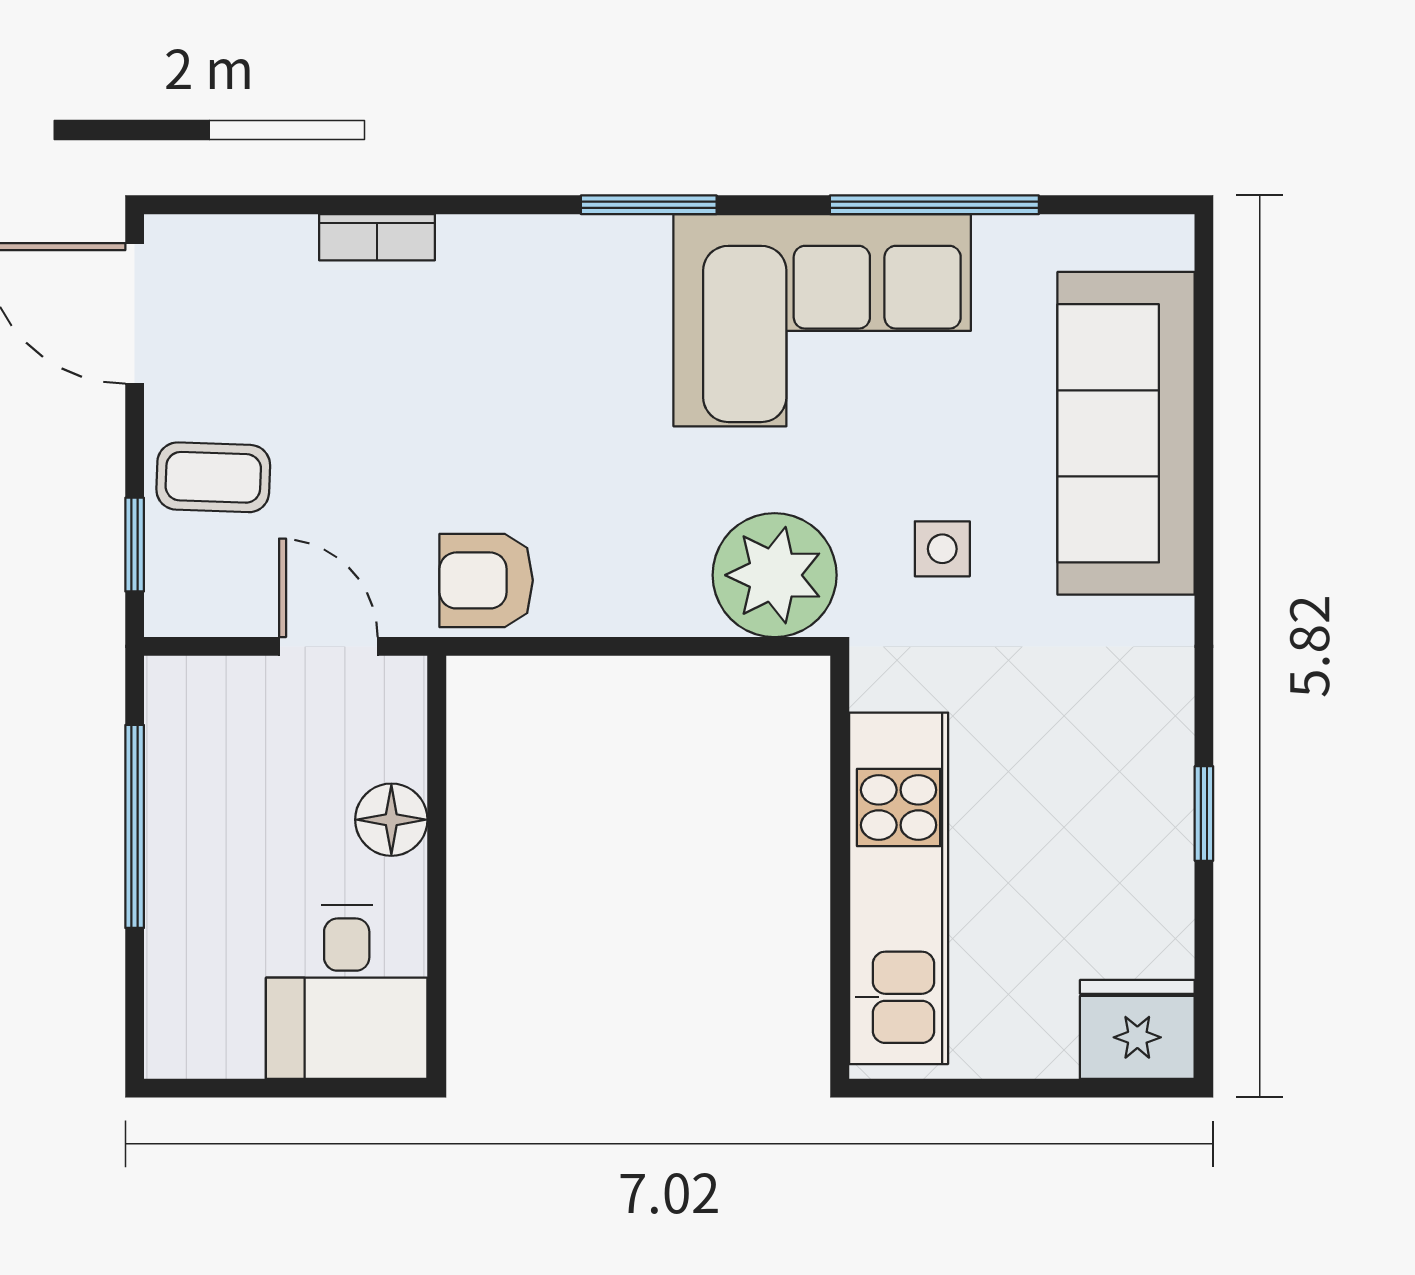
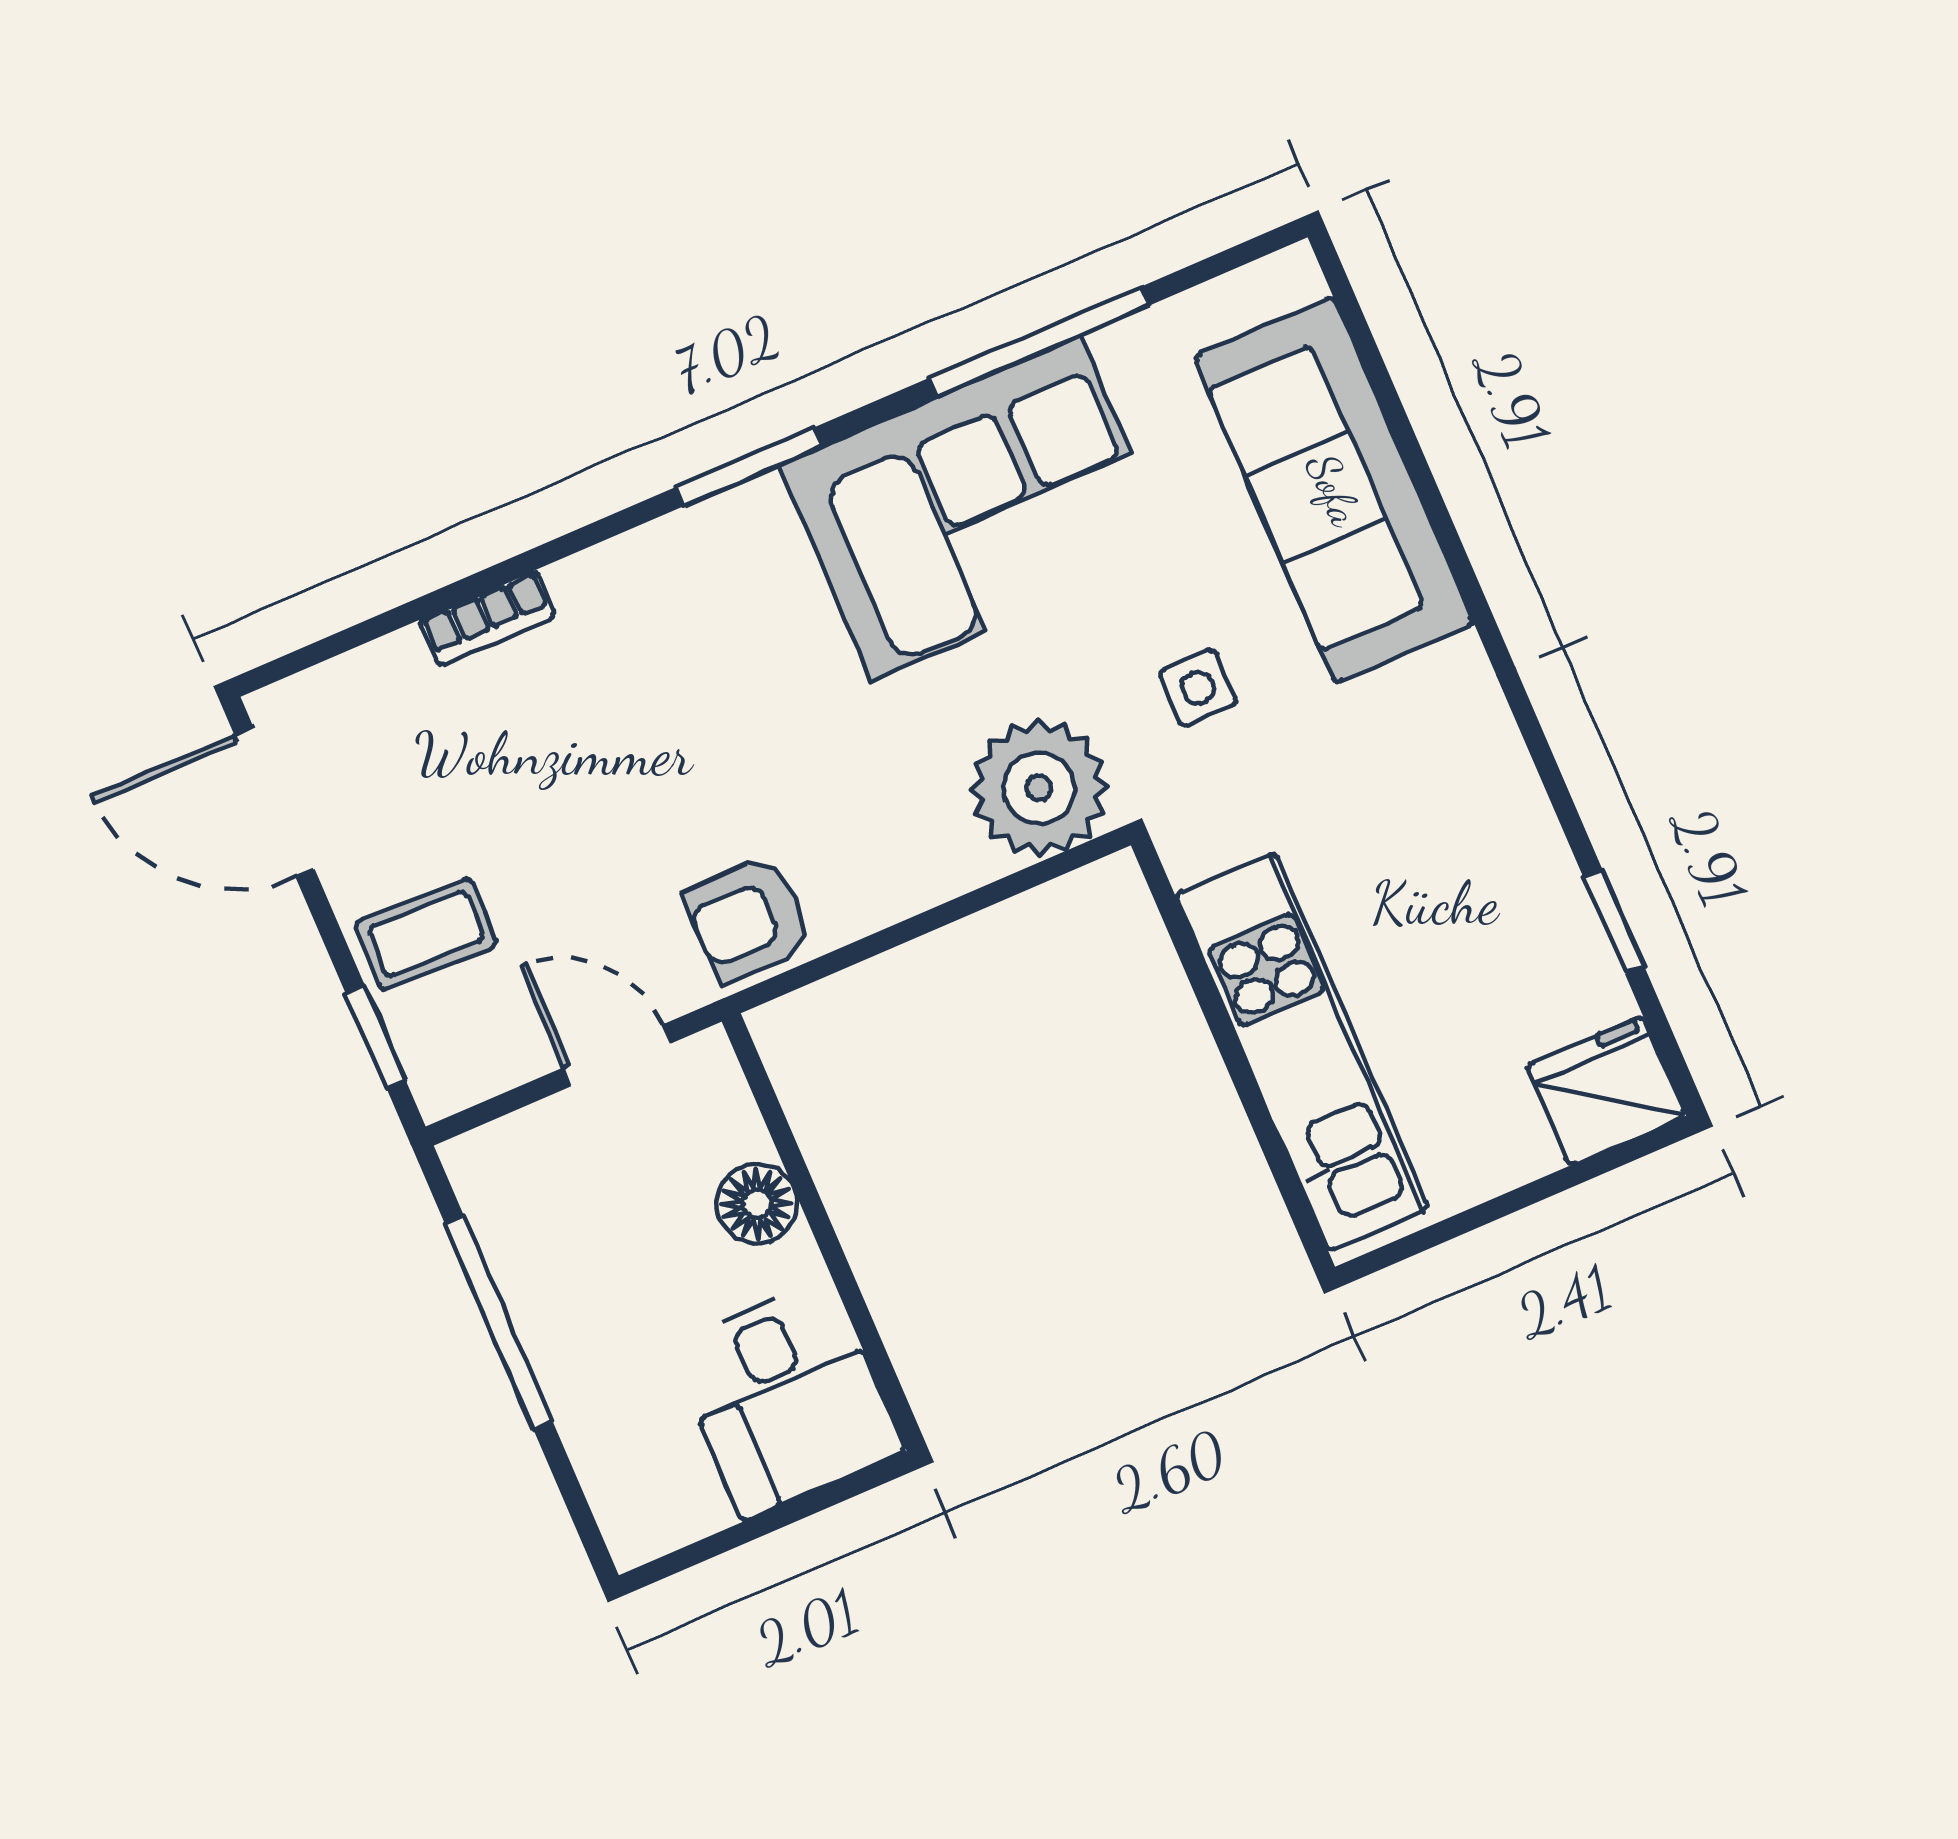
window: (1204, 813) -> (1614, 922), moved

